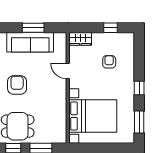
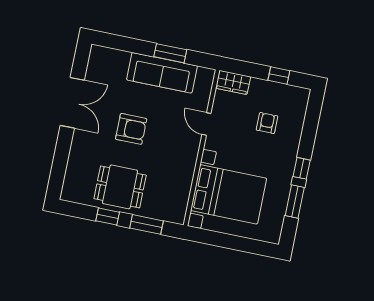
armchair: (17, 85) -> (131, 129), turned 90
window: (139, 122) -> (295, 202), moved

